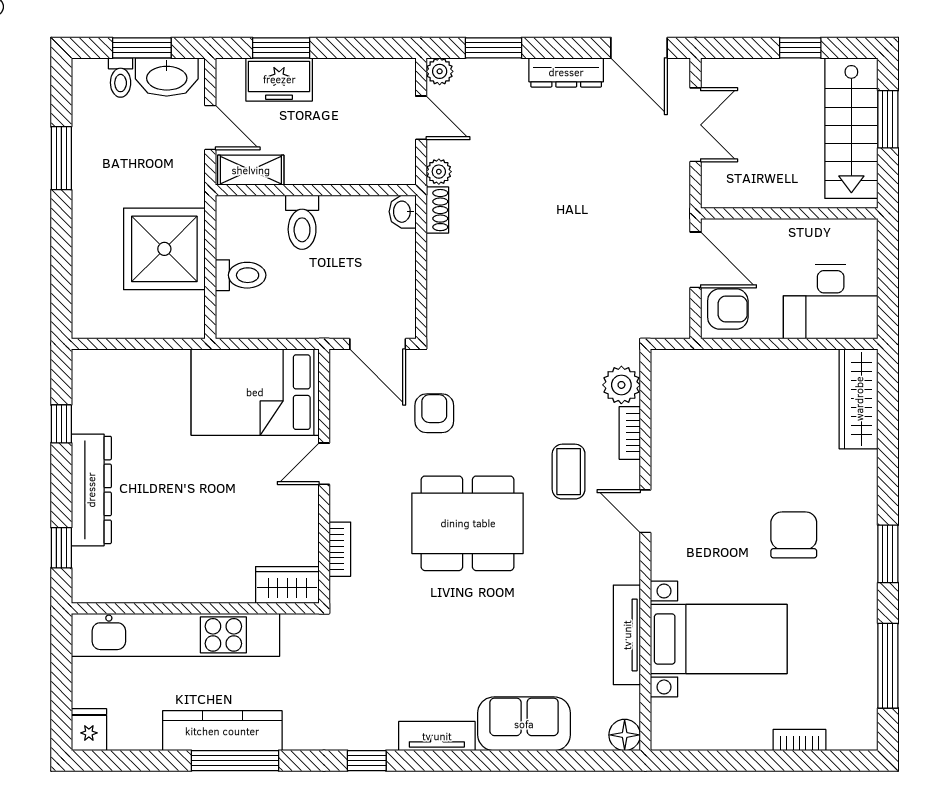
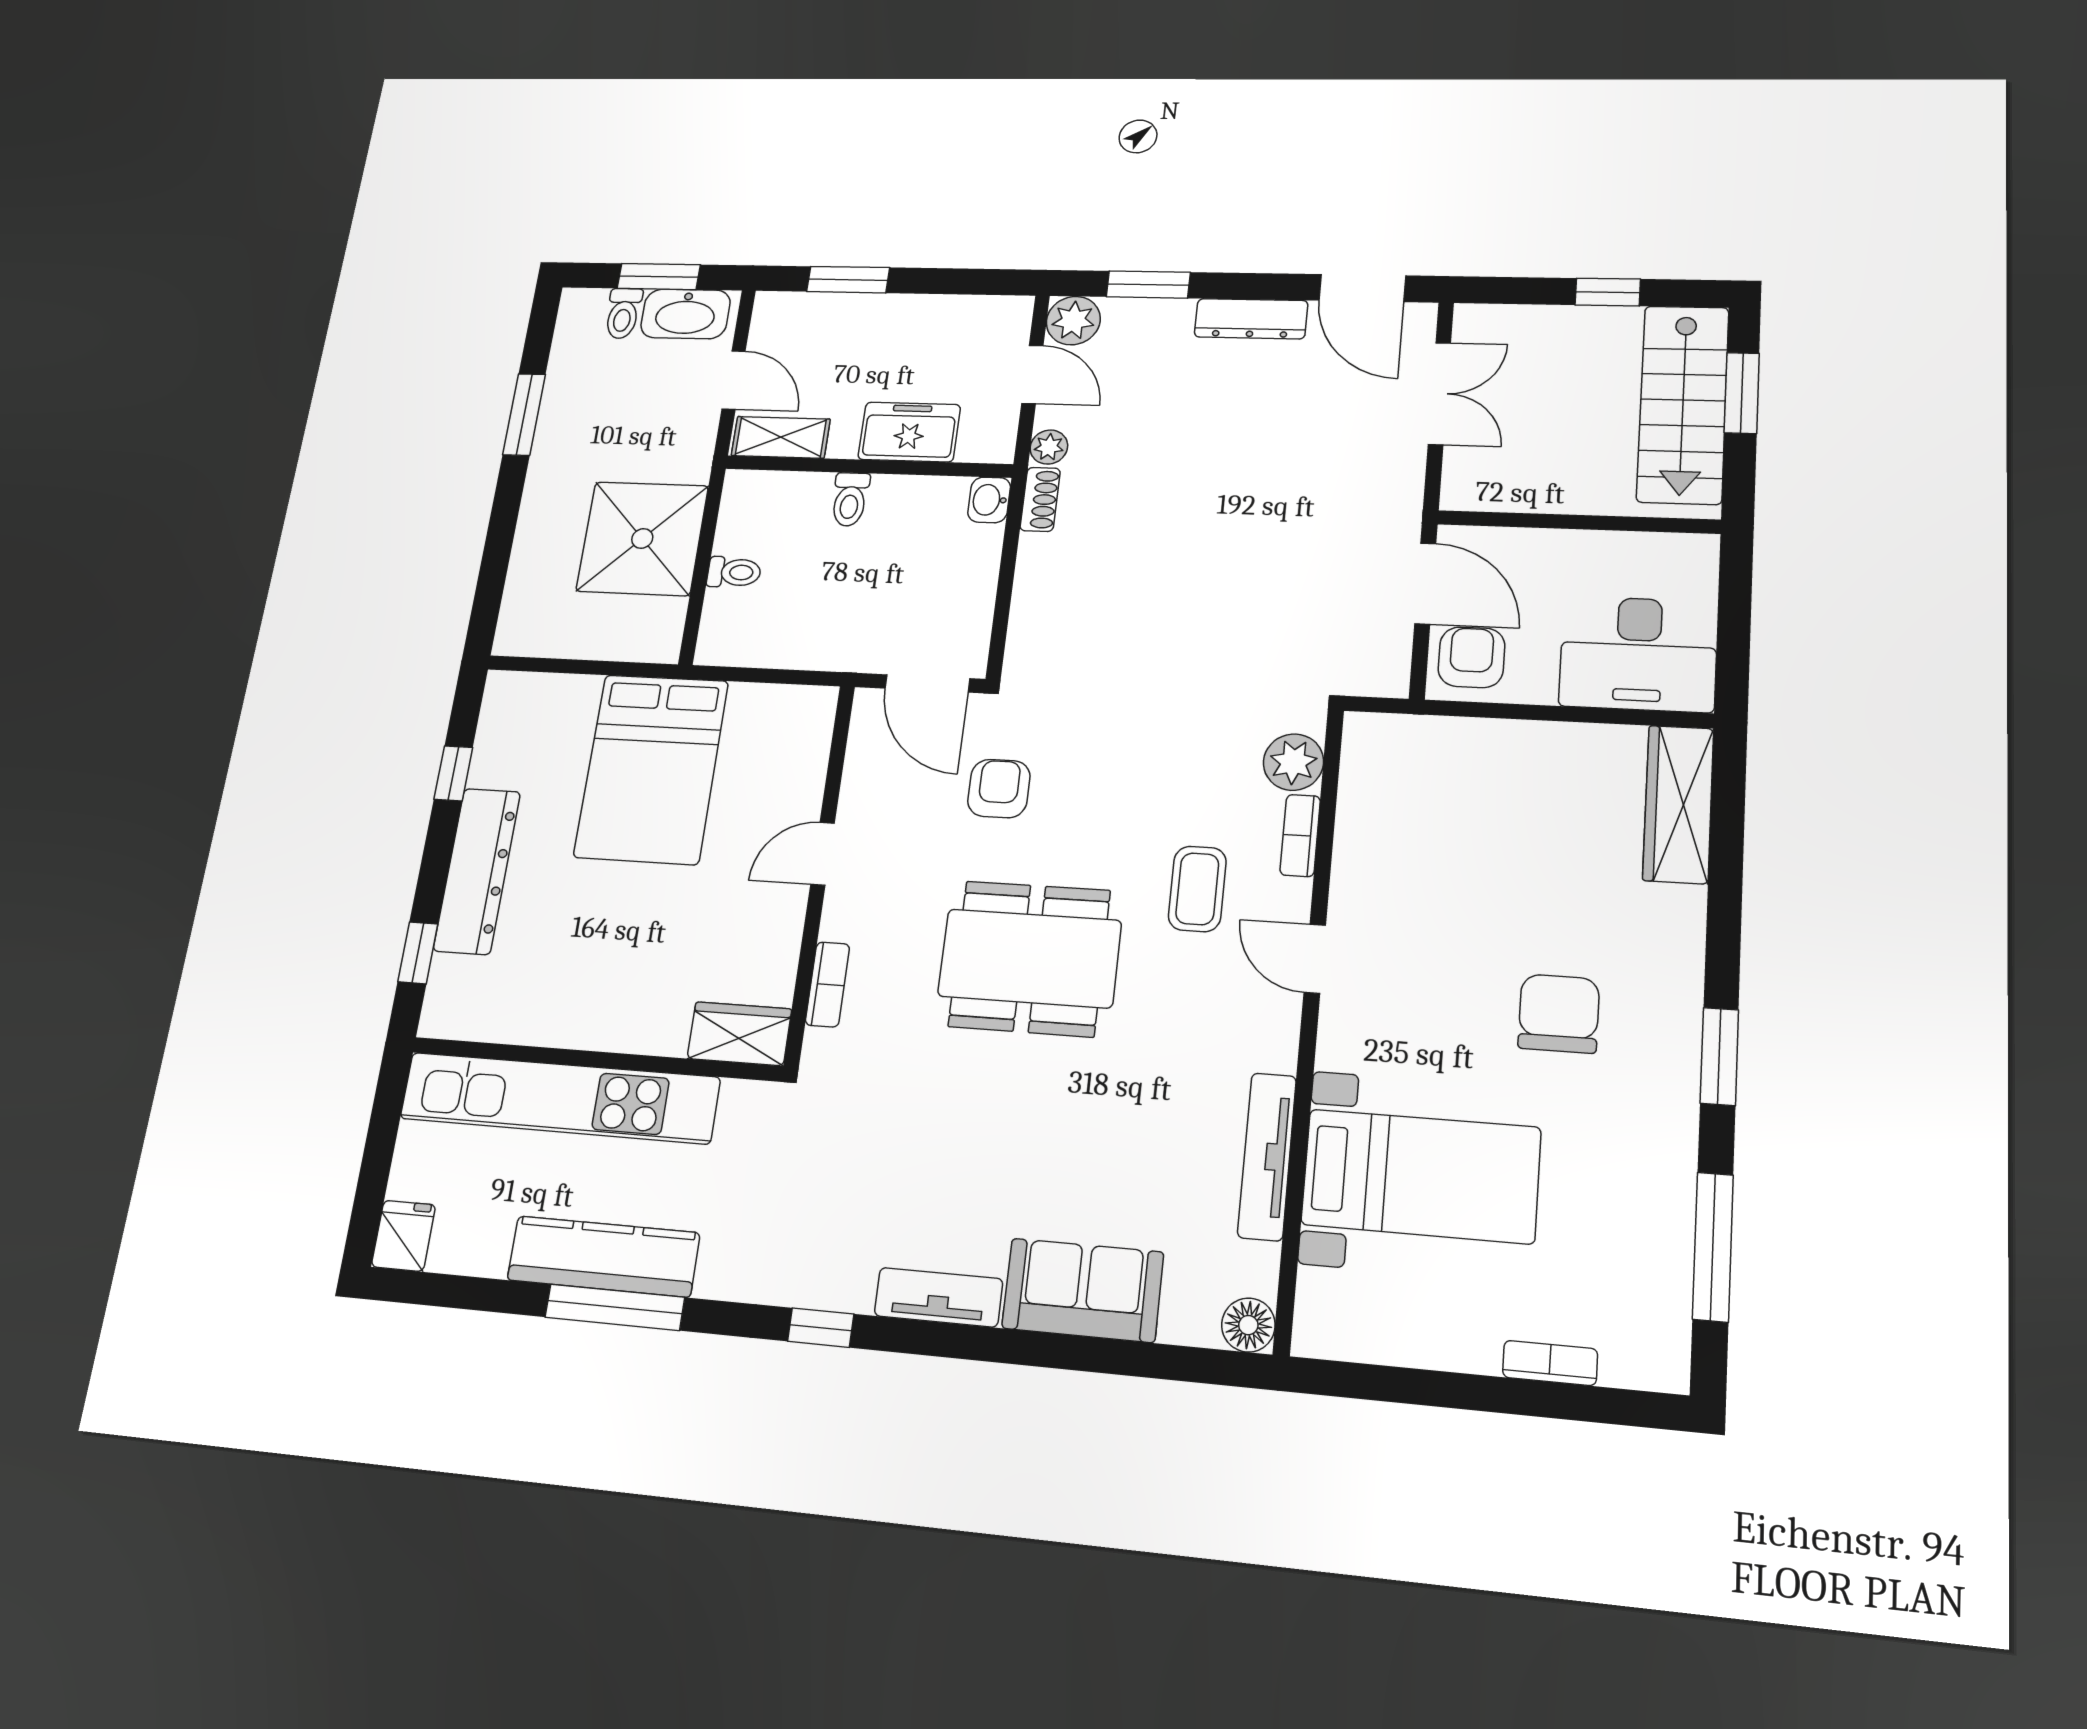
plant: (440, 71) -> (1073, 321), width x1.38, depth x1.38
freezer: (279, 79) -> (909, 432), moved, turned 180
toilet: (302, 222) -> (850, 499), width x0.73, depth x0.72
toilet: (241, 275) -> (734, 572), width x0.73, depth x0.72
armchair: (728, 309) -> (1471, 657), turned -90
bed: (255, 392) -> (651, 769), moved, turned -90

